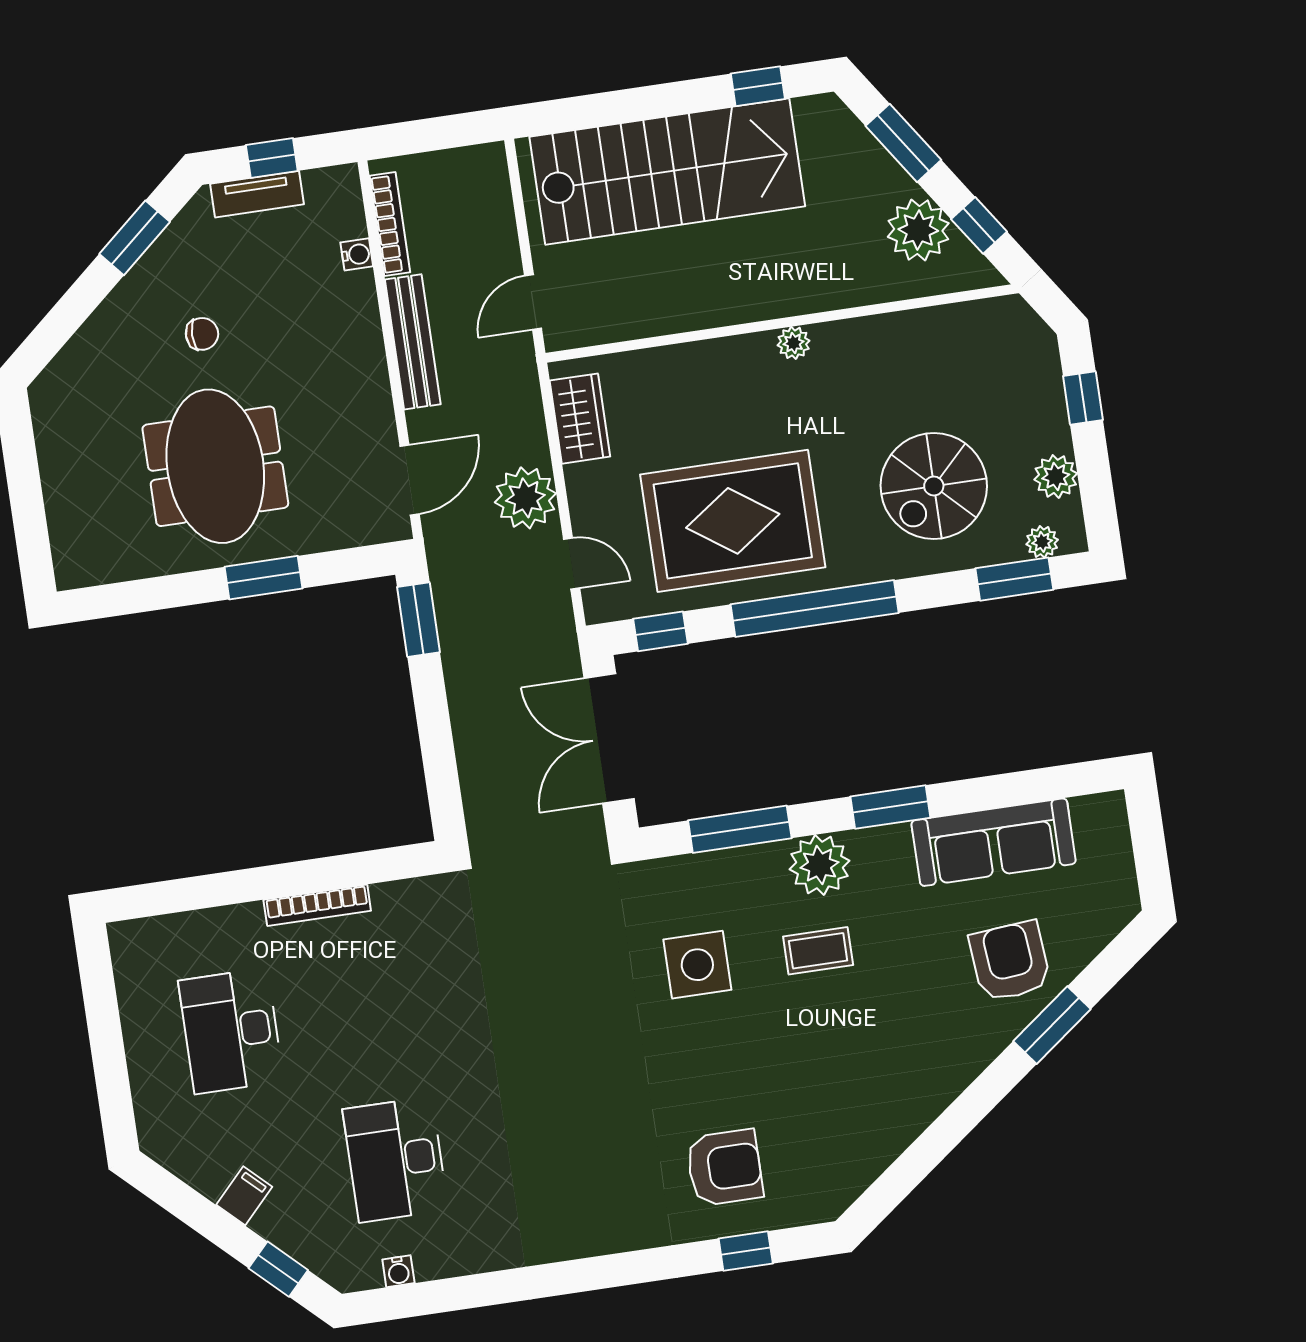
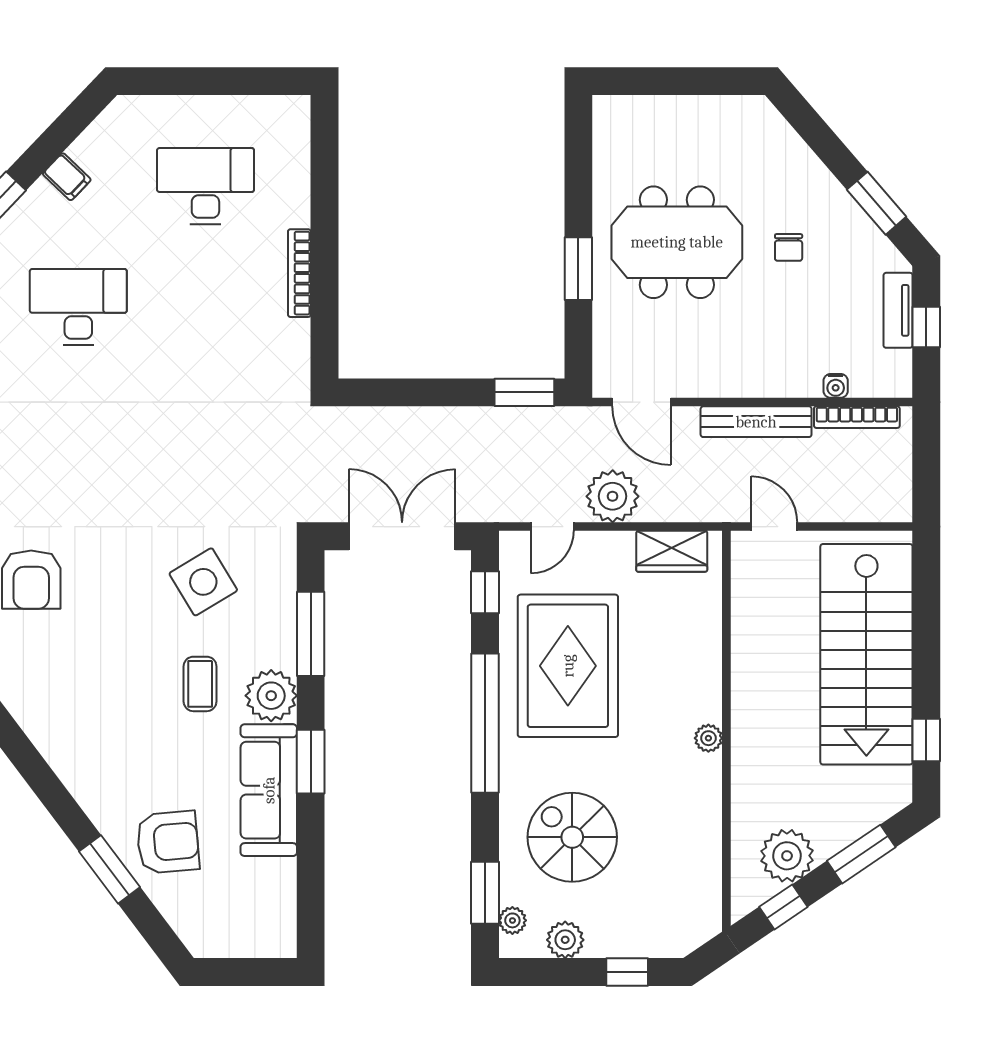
sofa: (994, 842) -> (269, 790), moved
side table: (697, 965) -> (203, 582), turned -31

